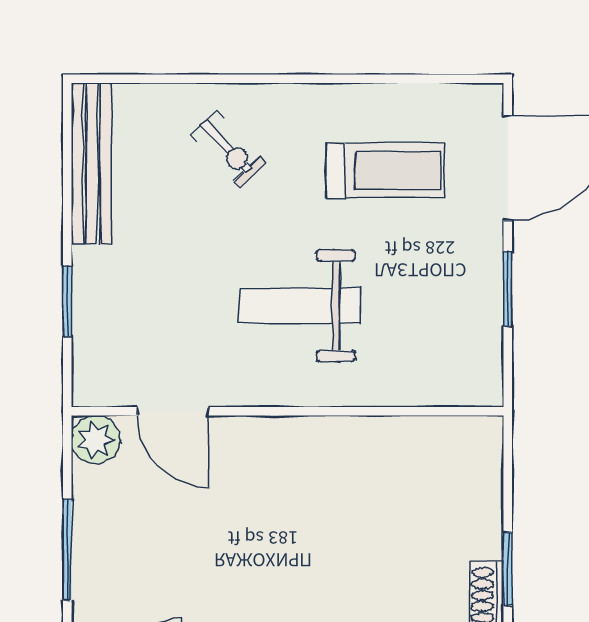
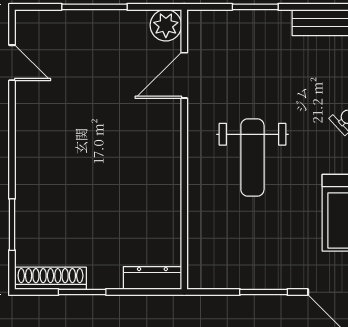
weight bench: (300, 306) -> (252, 157), turned 180
dresser: (486, 460) -> (152, 278), added

